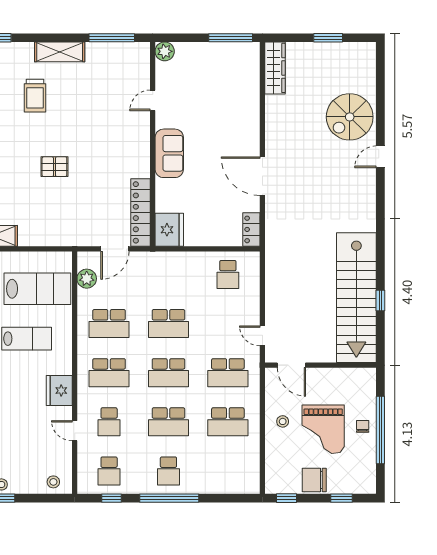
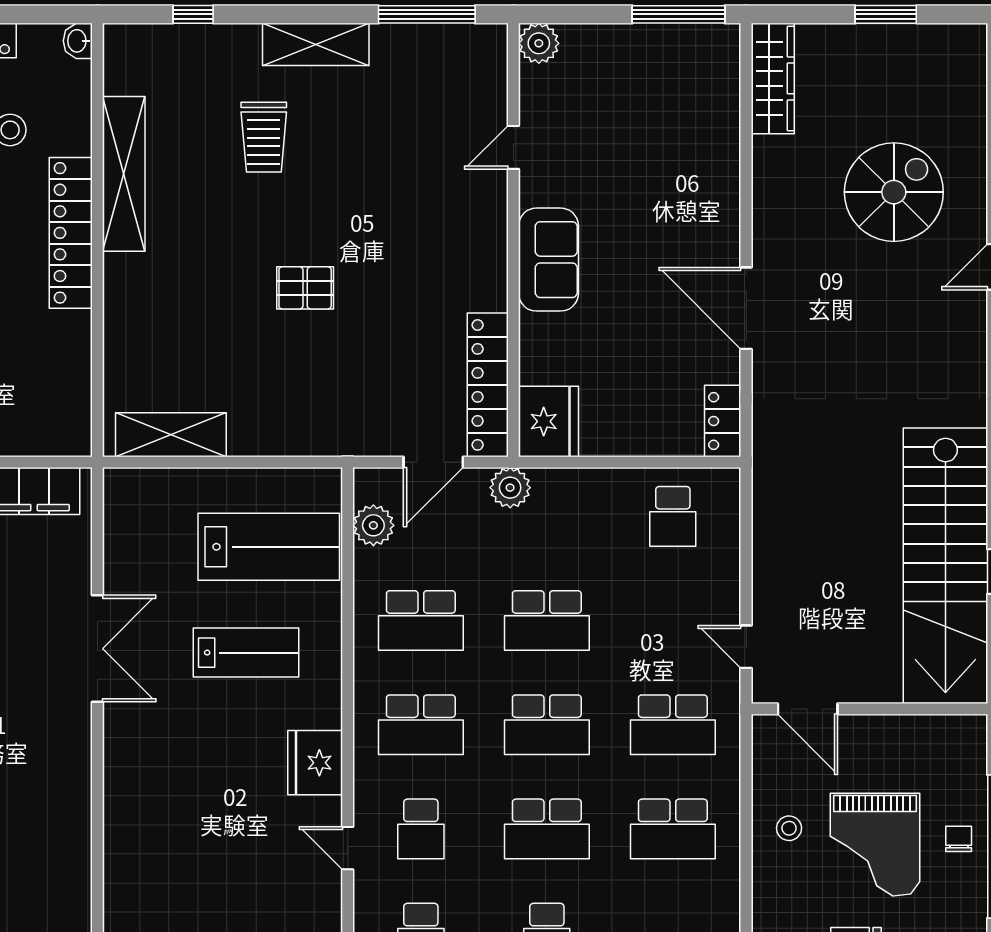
spiral stairs: (350, 117) -> (894, 192), moved, turned 180
plant: (151, 261) -> (510, 488), added

